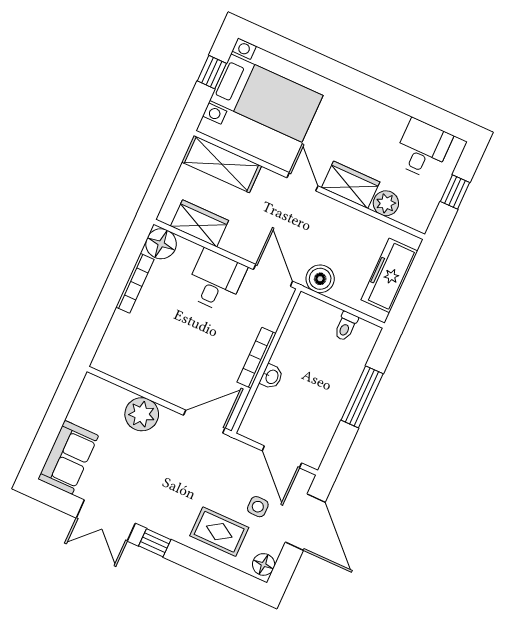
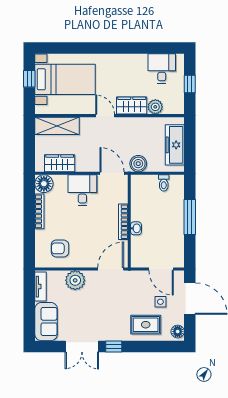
armchair: (140, 355) -> (60, 248), added
tv unit: (84, 400) -> (41, 287), added

